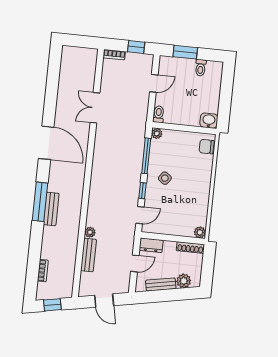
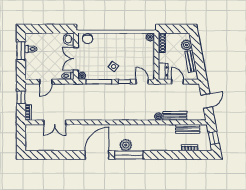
window: (185, 52) -> (21, 51), moved
door: (154, 83) -> (46, 82), swing flipped
double door: (95, 108) -> (55, 122), moved
double door: (181, 128) -> (76, 59), added
plant: (56, 184) -> (126, 145), added
window: (40, 202) -> (129, 155), moved
bench: (51, 209) -> (188, 129), moved

